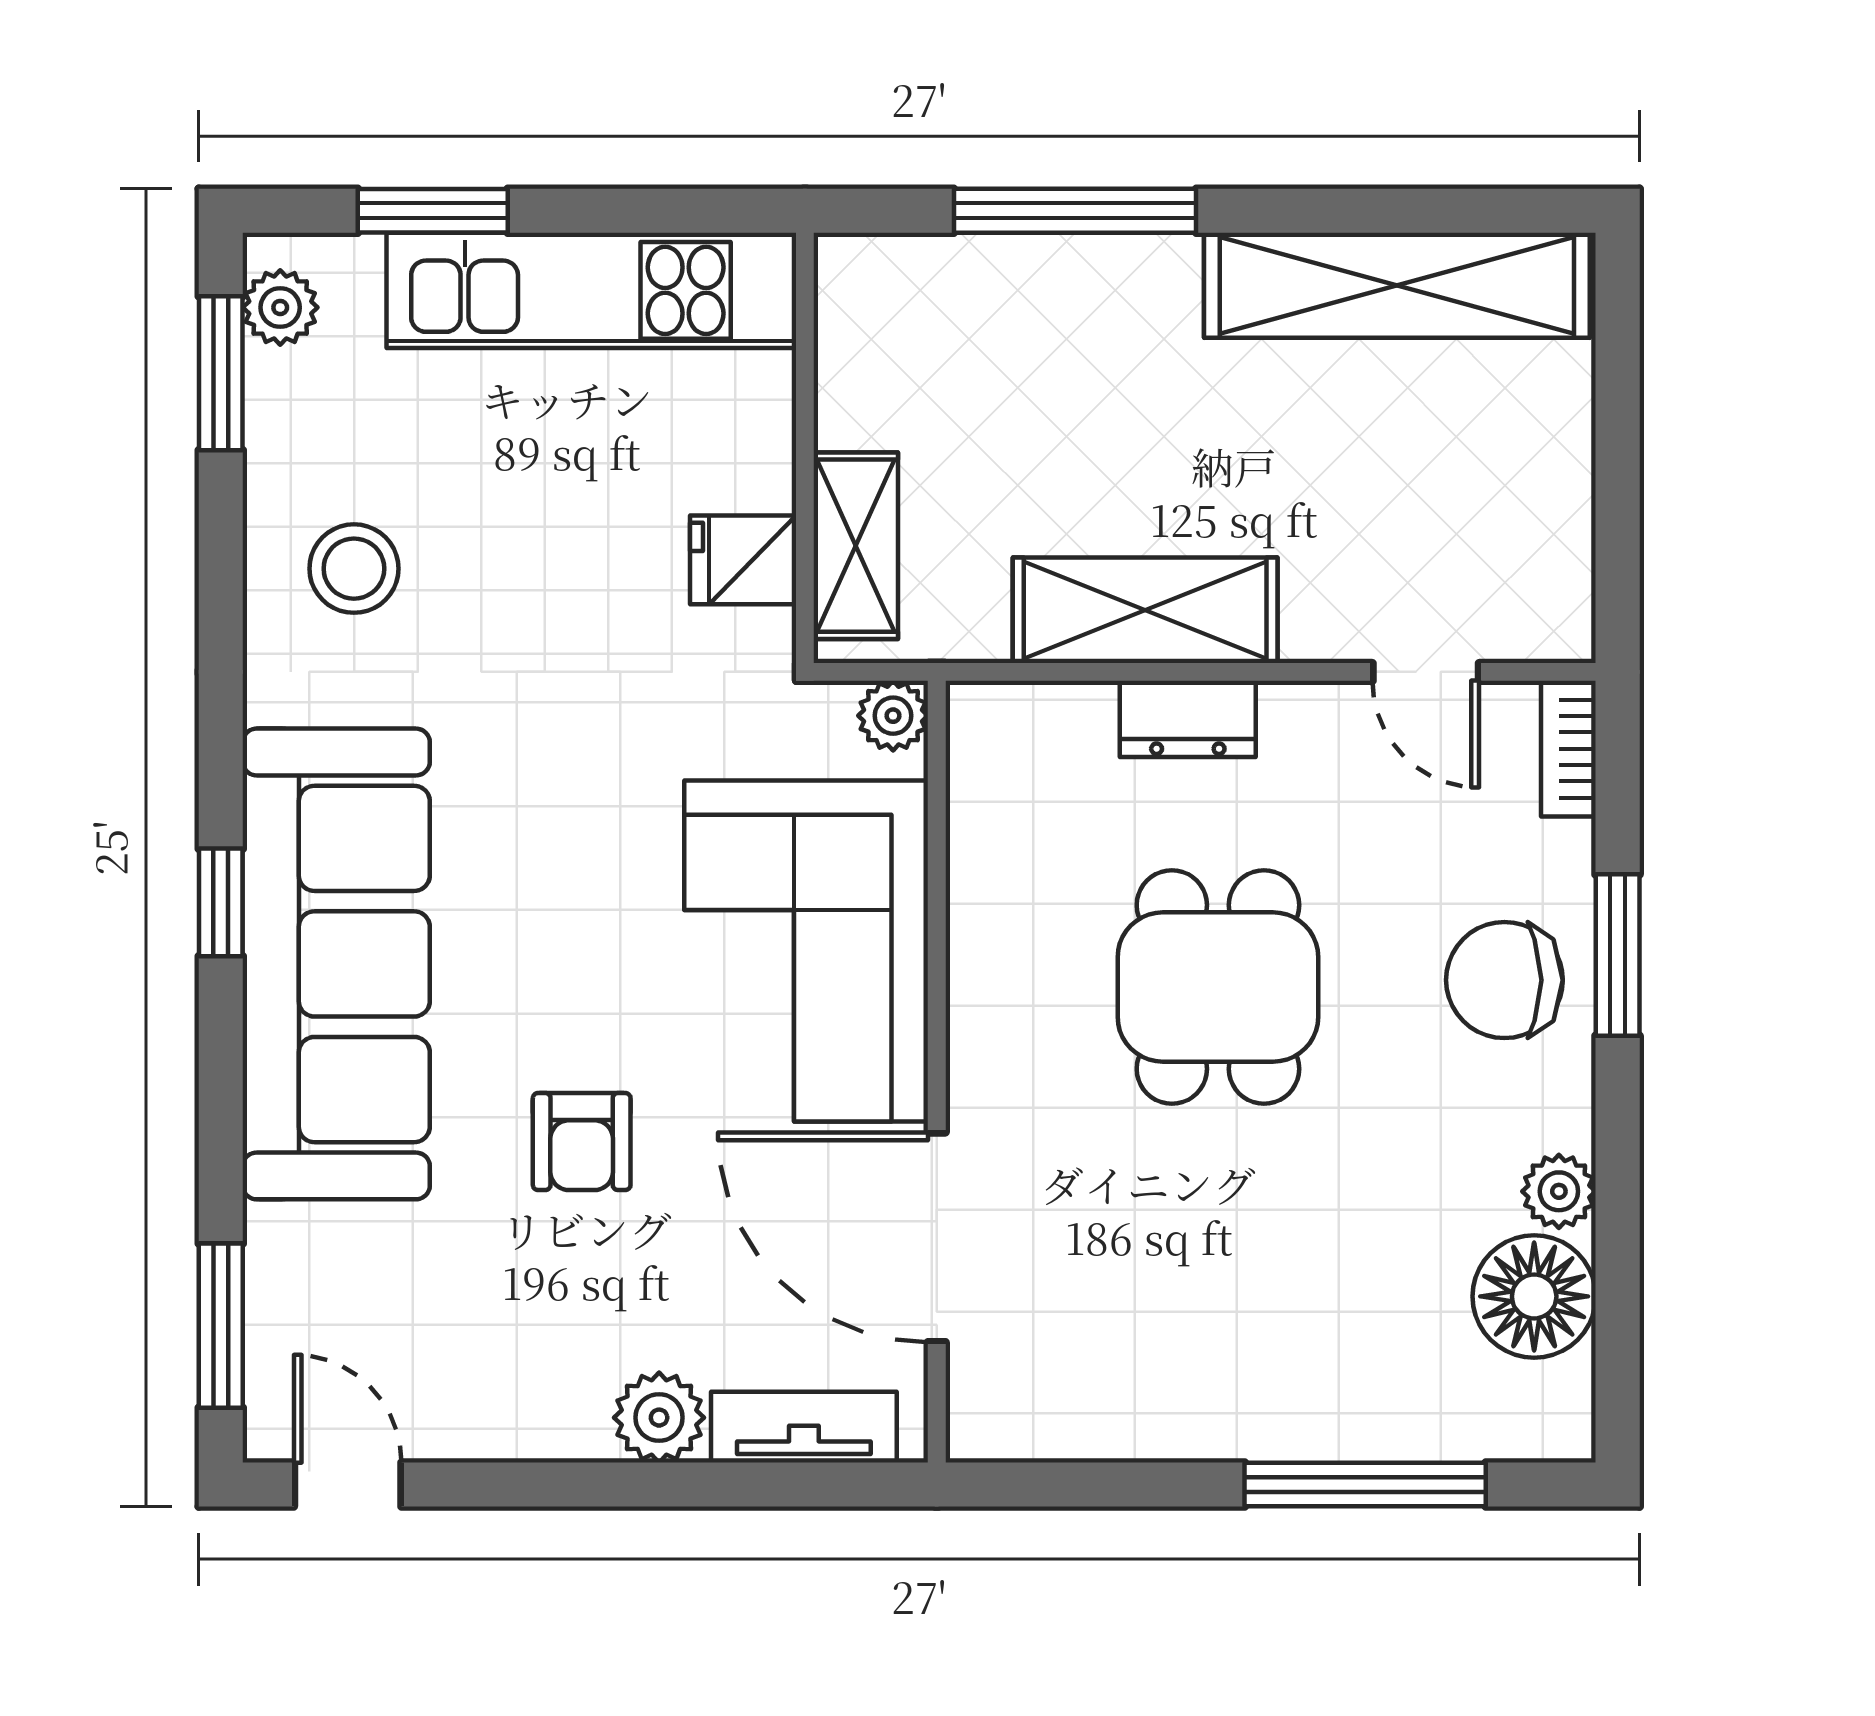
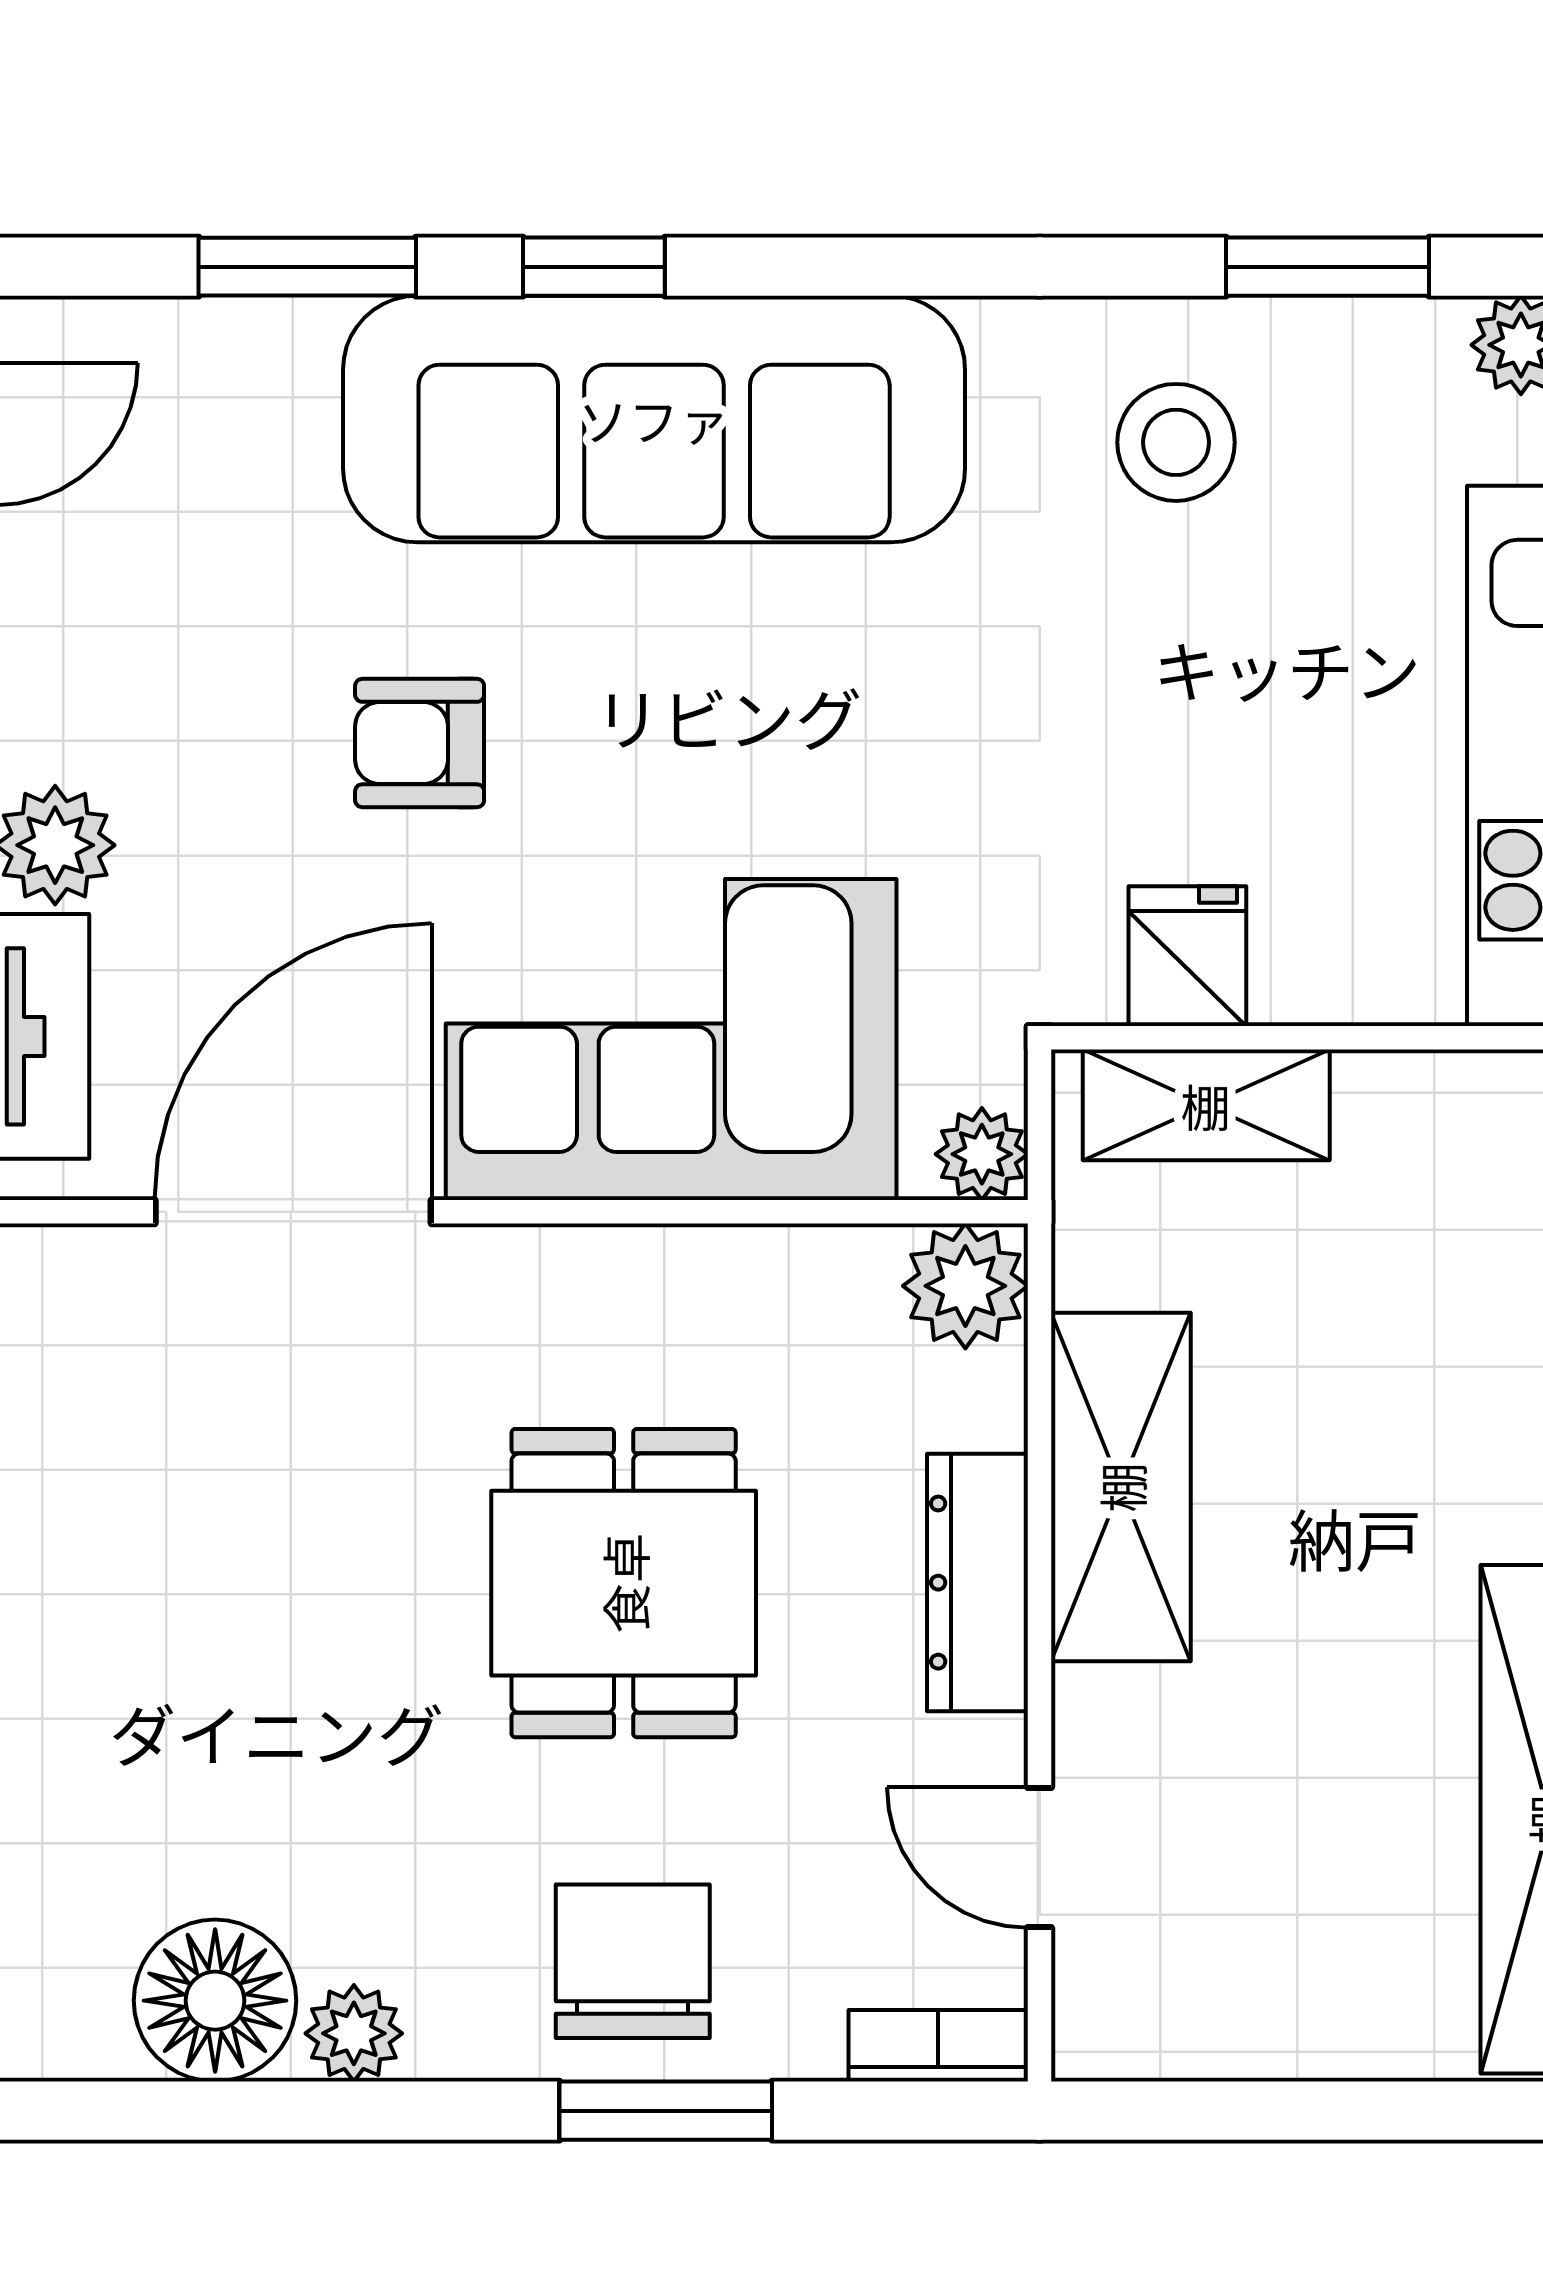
window: (221, 373) -> (1327, 267), moved
door: (1426, 672) -> (1040, 1857), hinge flipped
dresser: (1188, 719) -> (978, 1583), width x1.44
plant: (993, 728) -> (965, 1286), added
window: (221, 902) -> (594, 267), moved
dining table: (1218, 987) -> (624, 1583), turned 90
window: (221, 1326) -> (307, 267), moved

